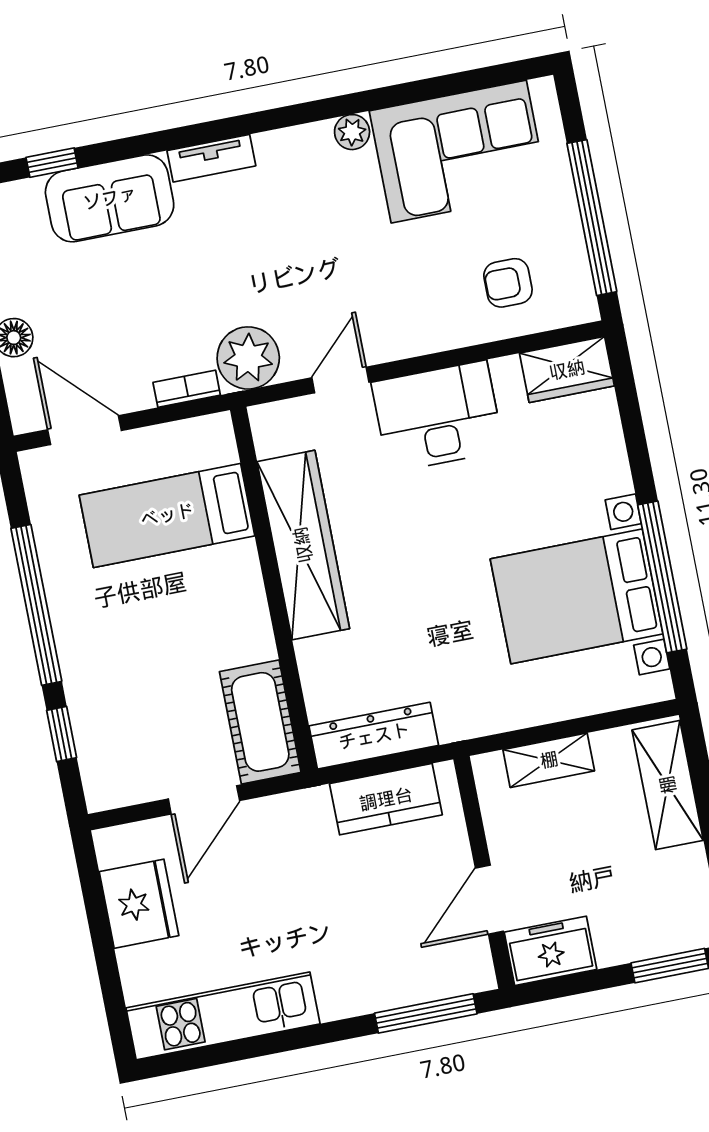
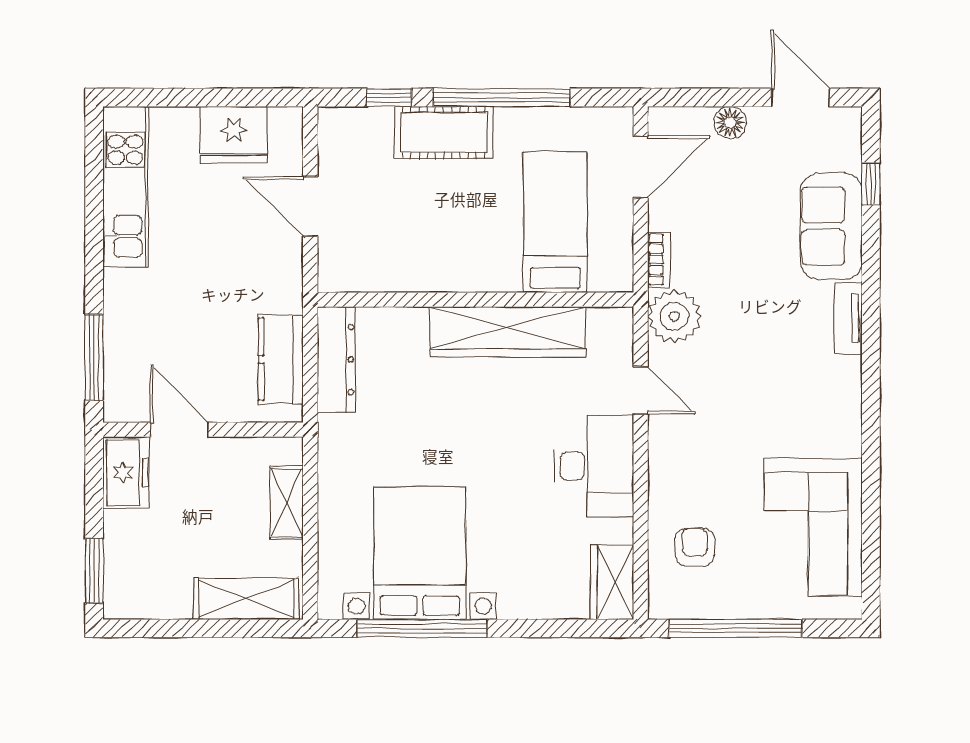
plant: (352, 132) -> (847, 441), removed
cot: (260, 722) -> (444, 132), moved

